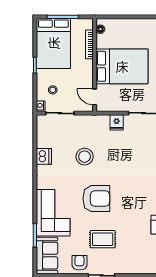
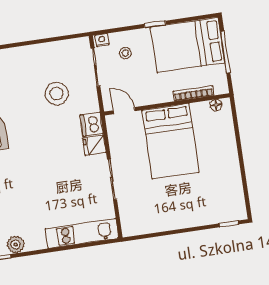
door: (95, 97) -> (124, 111), hinge flipped
dishwasher: (44, 156) -> (92, 124), moved, turned 90
stool: (85, 157) -> (57, 94), moved

